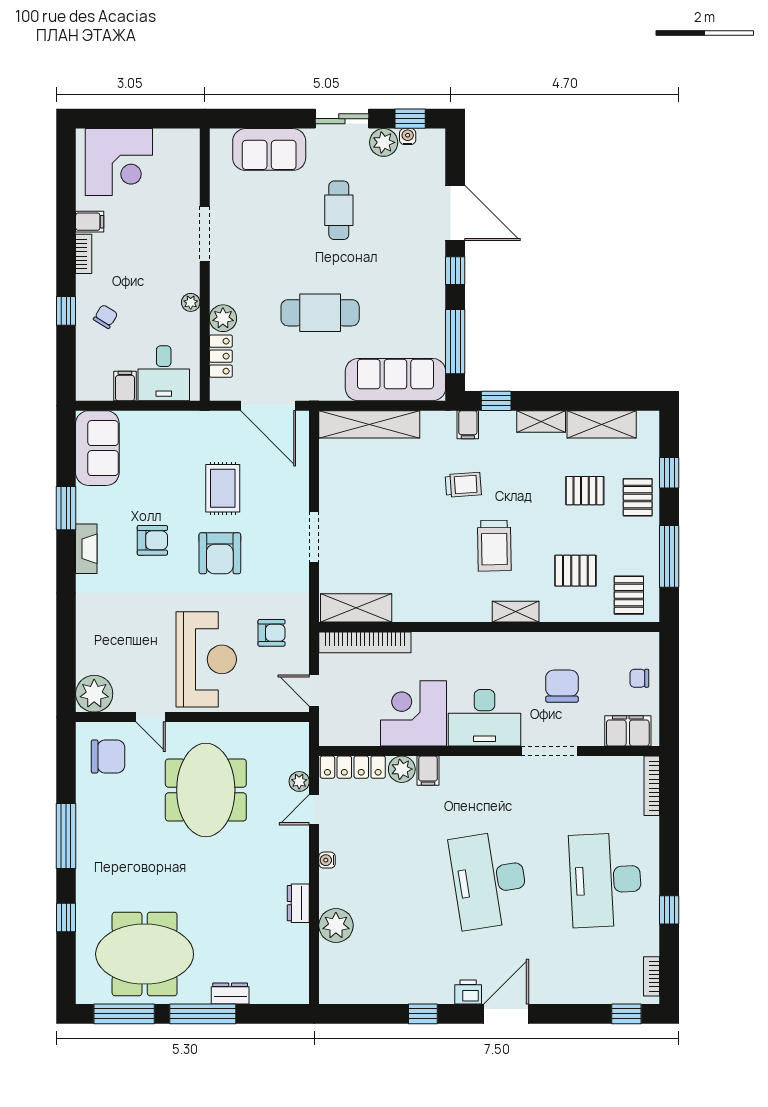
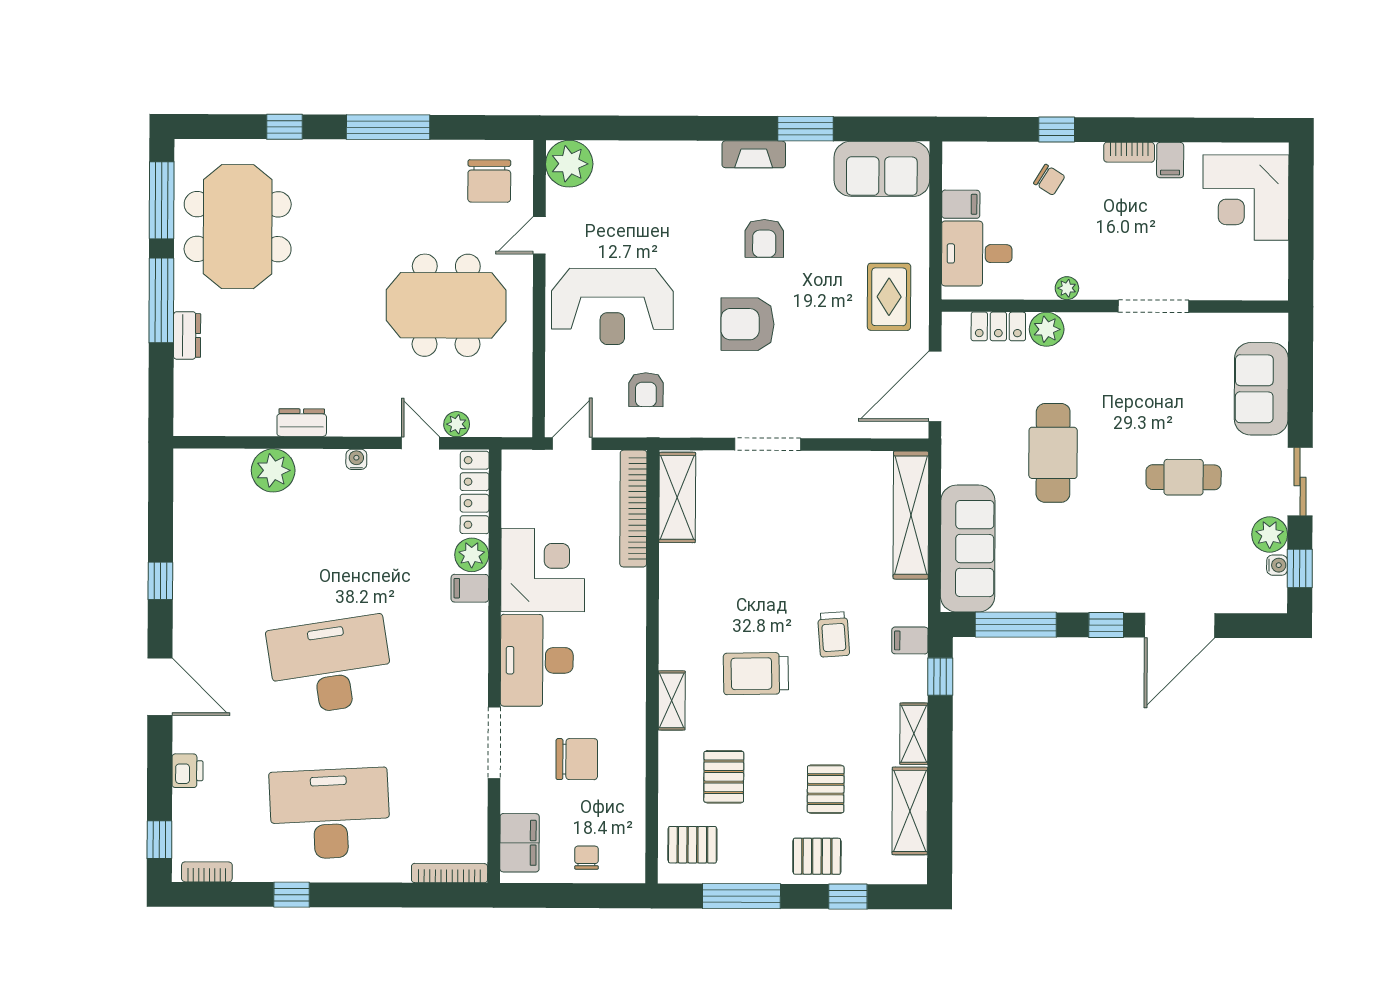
rug: (223, 488) -> (889, 297), moved, turned 90
printer: (468, 992) -> (187, 771), moved

